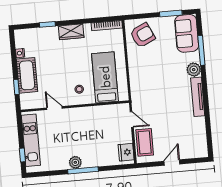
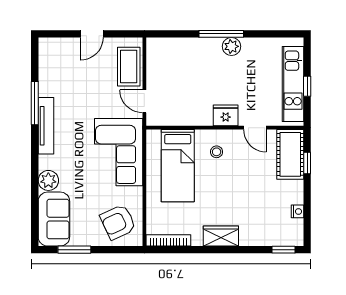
window: (47, 24) -> (283, 250), moved
window: (201, 50) -> (35, 103), moved
plant: (194, 70) -> (48, 180), moved
cot: (27, 75) -> (290, 154), moved
corner sofa: (146, 83) -> (119, 152), added
fridge: (126, 152) -> (226, 115), moved, turned -90
window: (22, 155) -> (307, 86), moved

